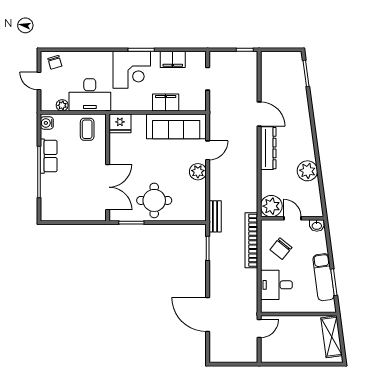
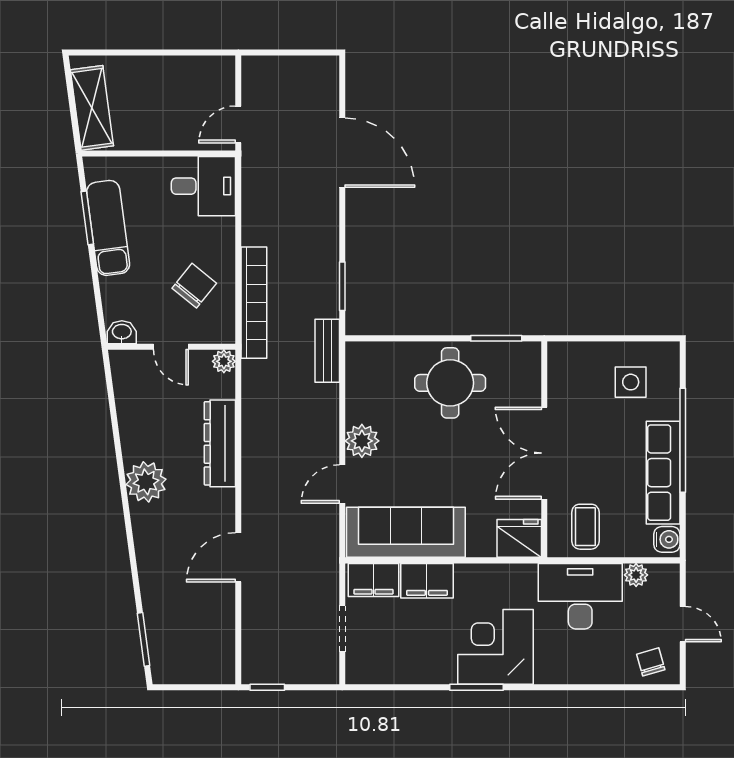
filing cabinet: (173, 59) -> (373, 580), moved, turned 180
door: (259, 114) -> (238, 557), hinge flipped
dresser: (268, 148) -> (220, 443), moved
row of seats: (49, 156) -> (663, 473), width x1.48
plant: (307, 171) -> (146, 482), moved
double door: (108, 187) -> (544, 453), moved
side table: (65, 201) -> (631, 382), added
plant: (271, 206) -> (224, 361), width x0.53, depth x0.53
desk: (276, 285) -> (203, 186), moved

